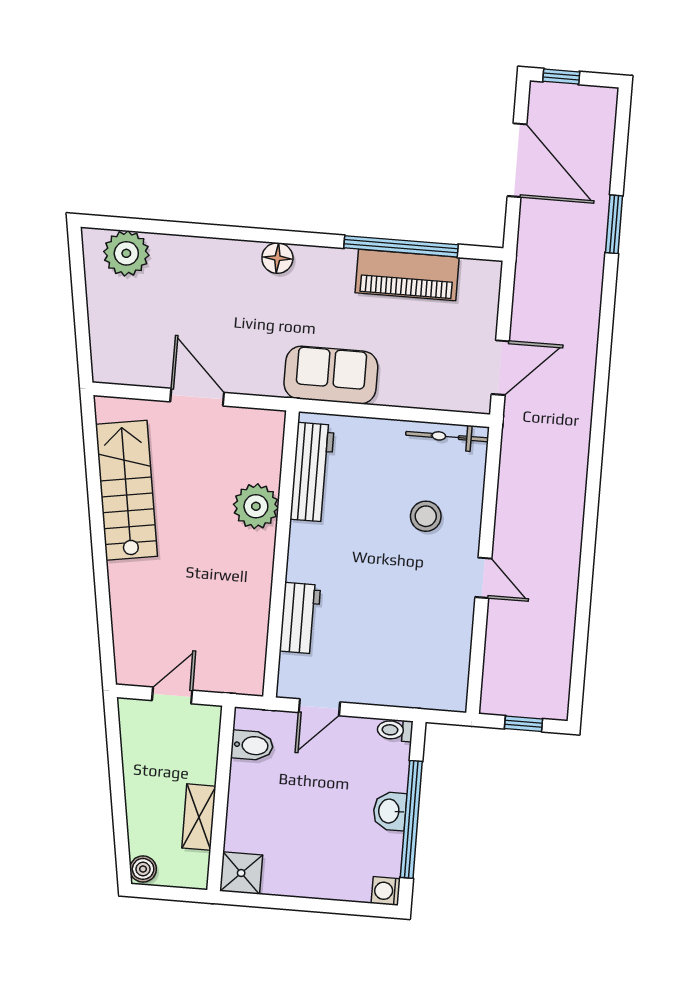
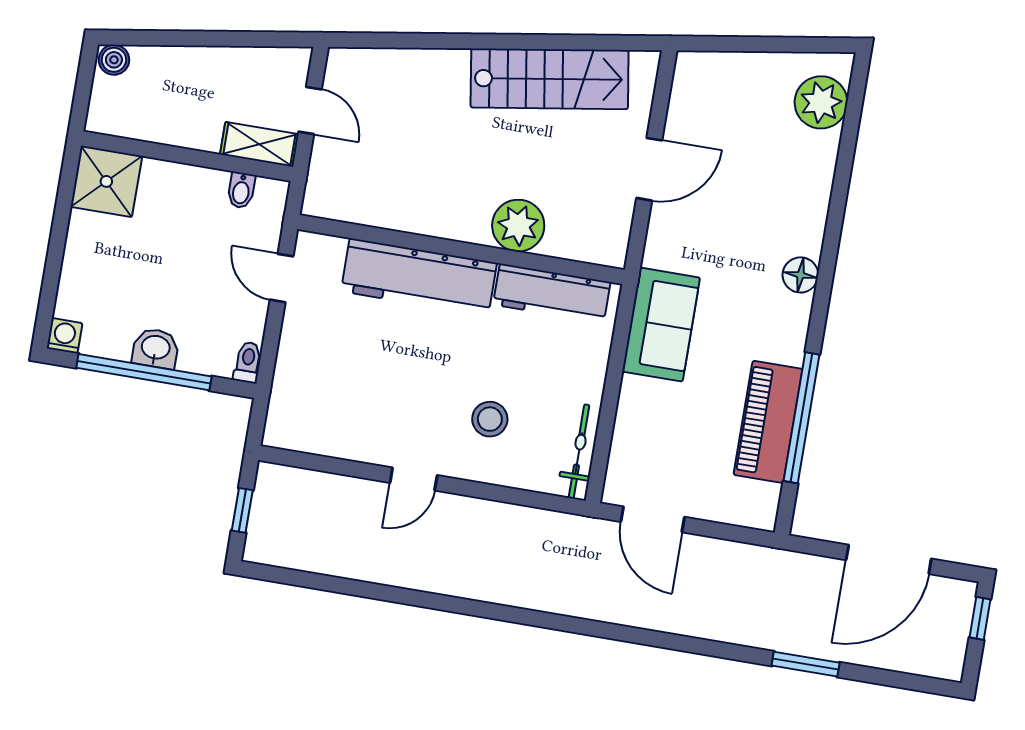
workbench: (300, 618) -> (419, 277), width x1.88, depth x1.32
bidet: (252, 745) -> (241, 190), width x0.72, depth x0.74
shelving: (199, 817) -> (259, 144), moved
shower: (241, 873) -> (106, 181), width x1.36, depth x1.36

